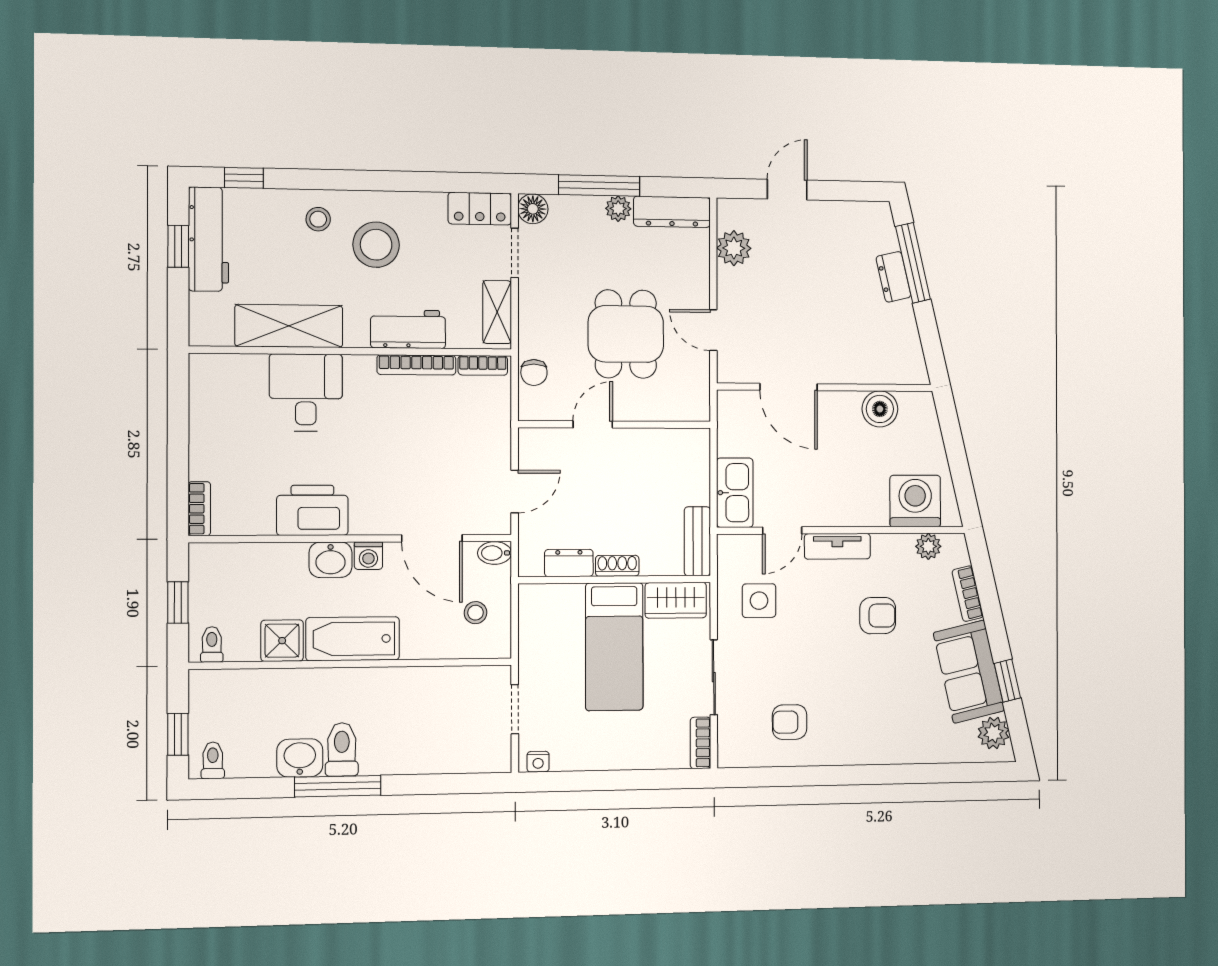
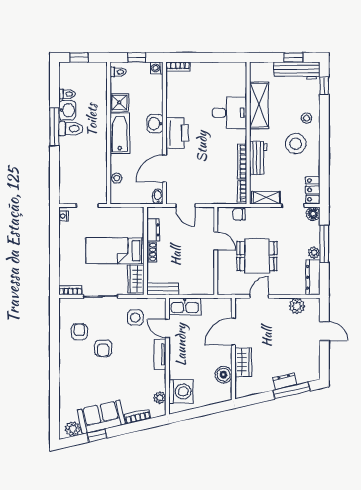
wardrobe: (853, 366) -> (243, 362), added
printer: (312, 510) -> (177, 133), moved
washing machine: (368, 556) -> (157, 68), moved
stool: (475, 613) -> (117, 178), moved
armchair: (878, 616) -> (103, 348), moved
toilet: (213, 760) -> (67, 94), moved

